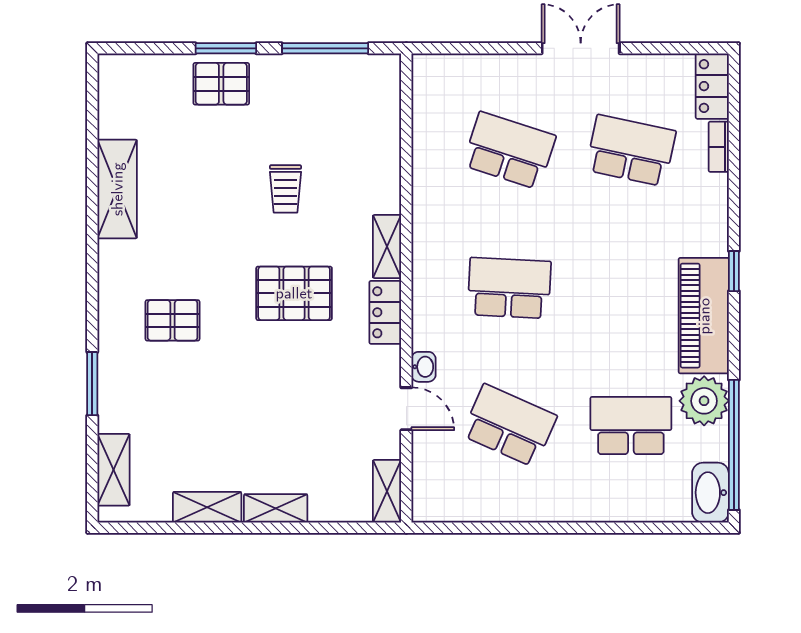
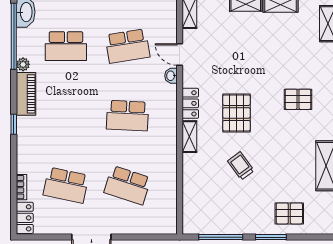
pallet: (221, 84) -> (289, 213), moved
trolley: (285, 189) -> (241, 166), turned -36
pallet: (294, 293) -> (236, 113), turned 90
piano: (704, 316) -> (26, 94), width x0.73, depth x0.75
plant: (704, 401) -> (23, 64), width x0.53, depth x0.53
school desk: (509, 425) -> (128, 46), turned -33

